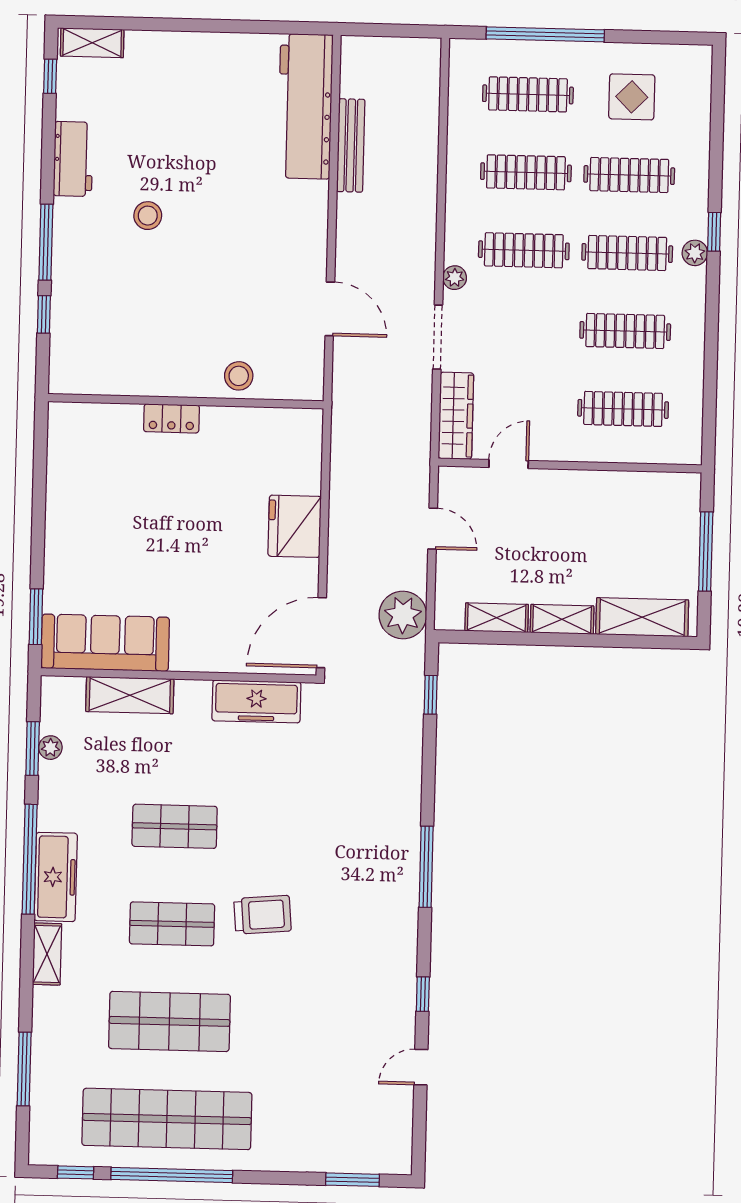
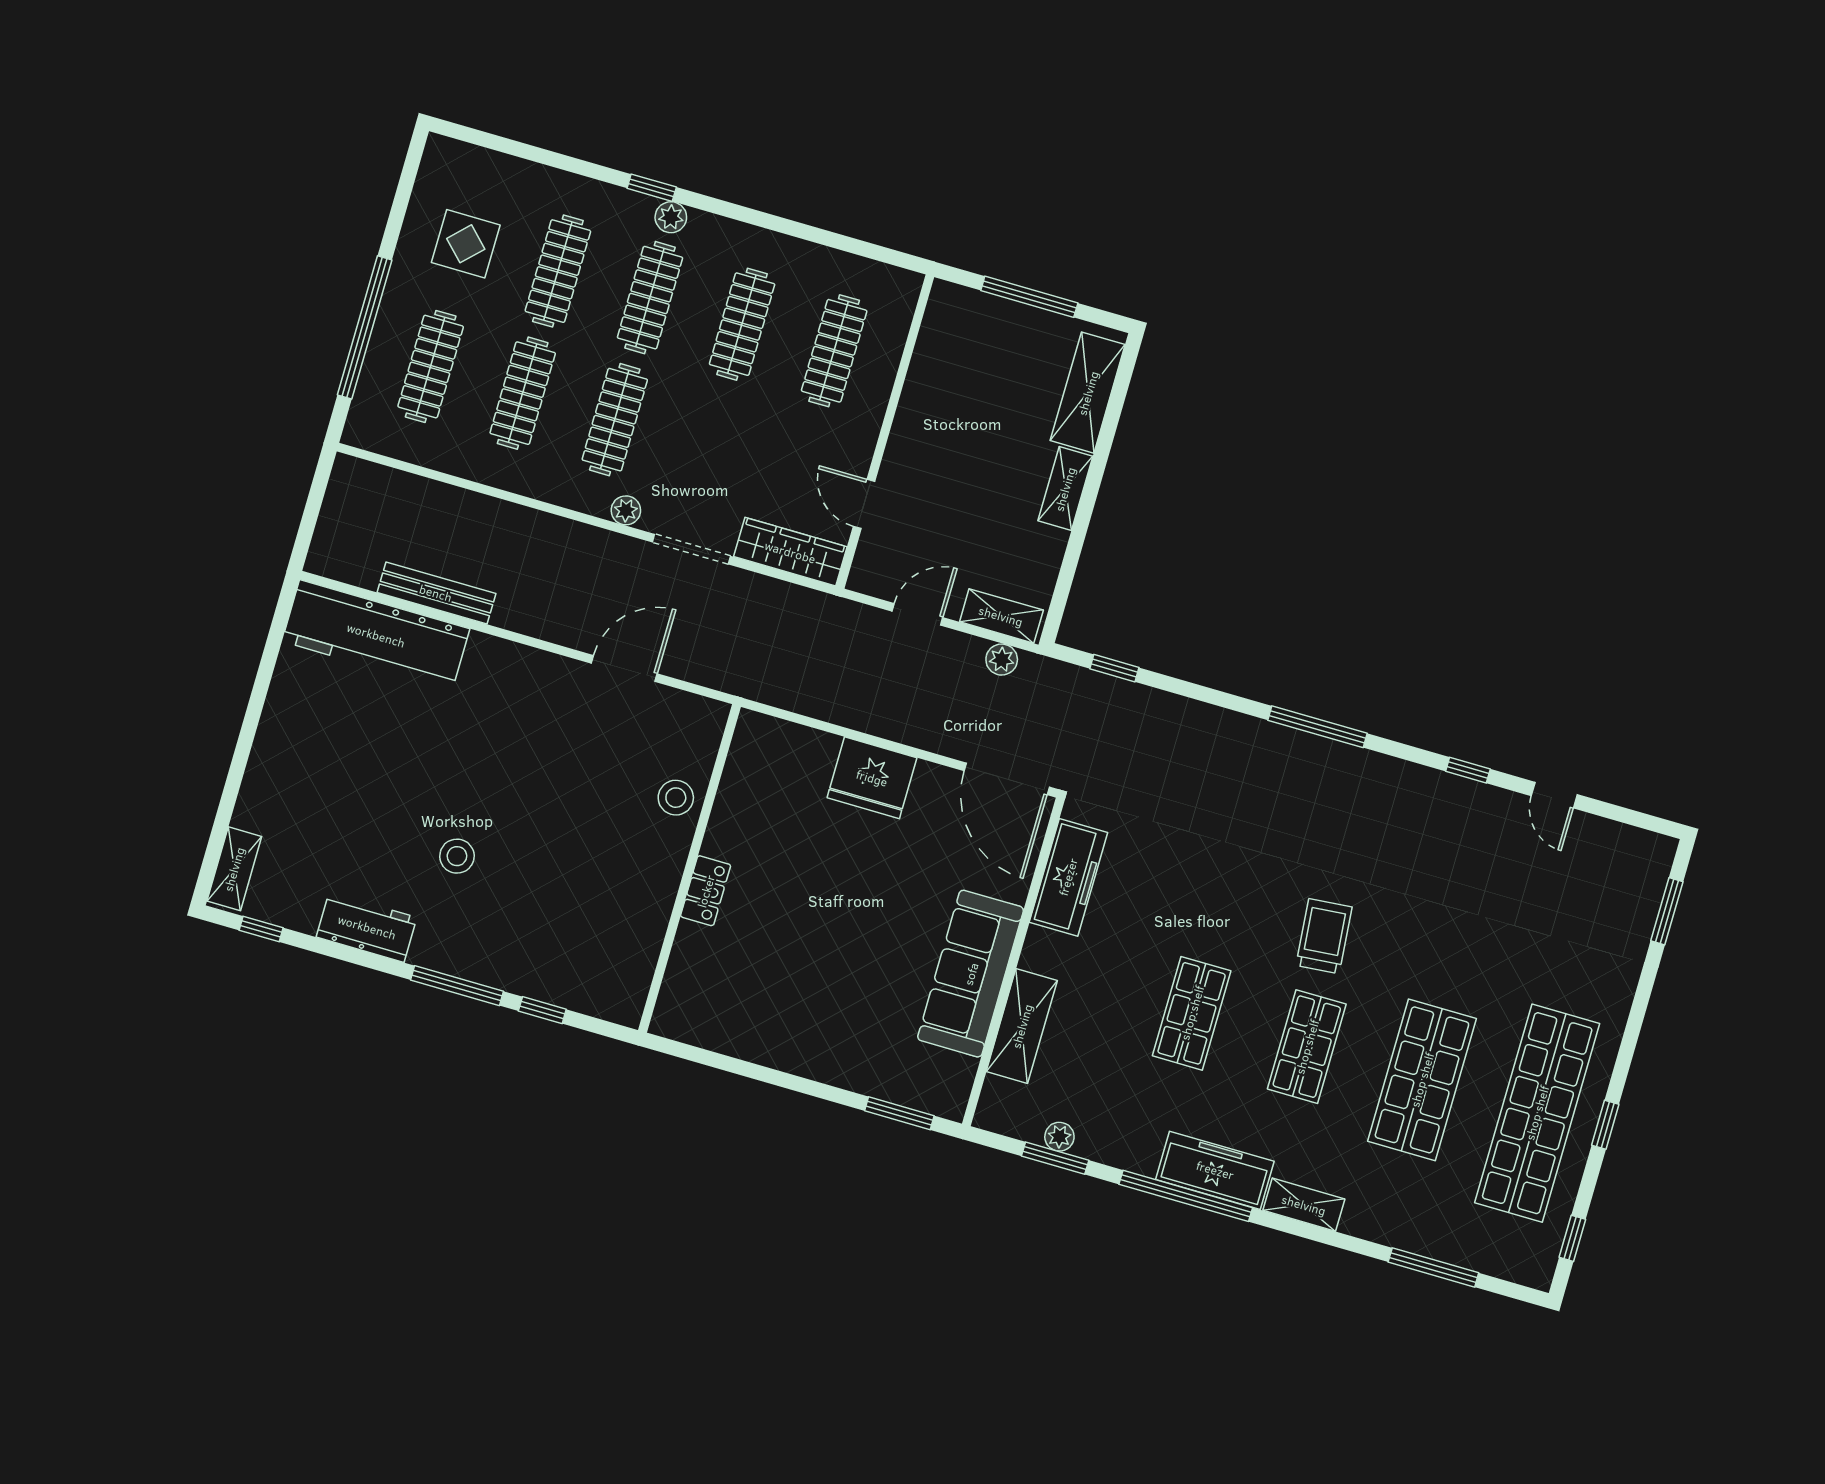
plant: (403, 615) -> (1002, 660), width x0.53, depth x0.53
shelving: (497, 618) -> (1001, 616), moved, turned 90
sofa: (105, 643) -> (971, 974), moved
window: (172, 1175) -> (1605, 1125), width x0.32

